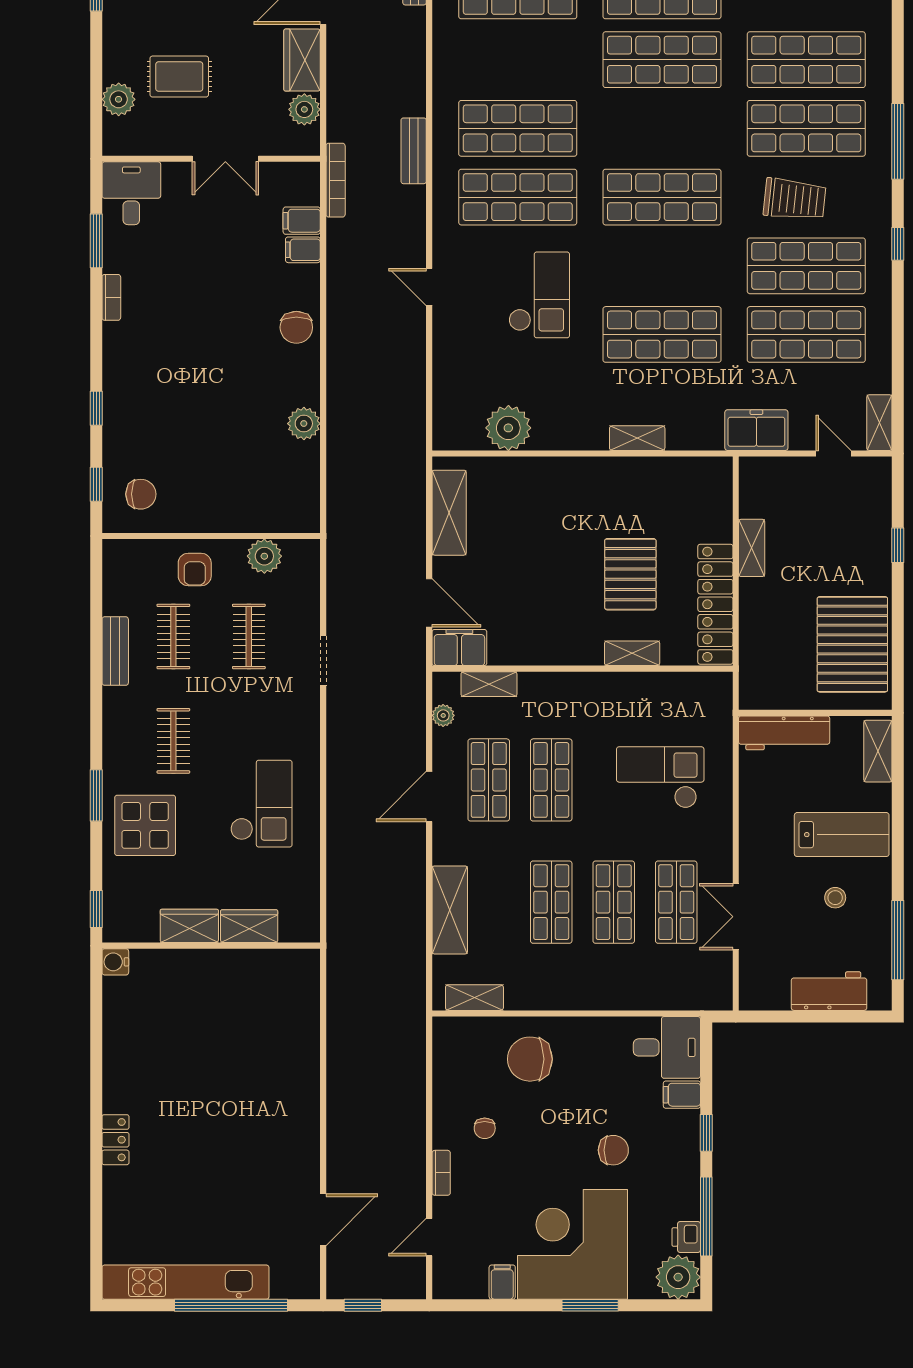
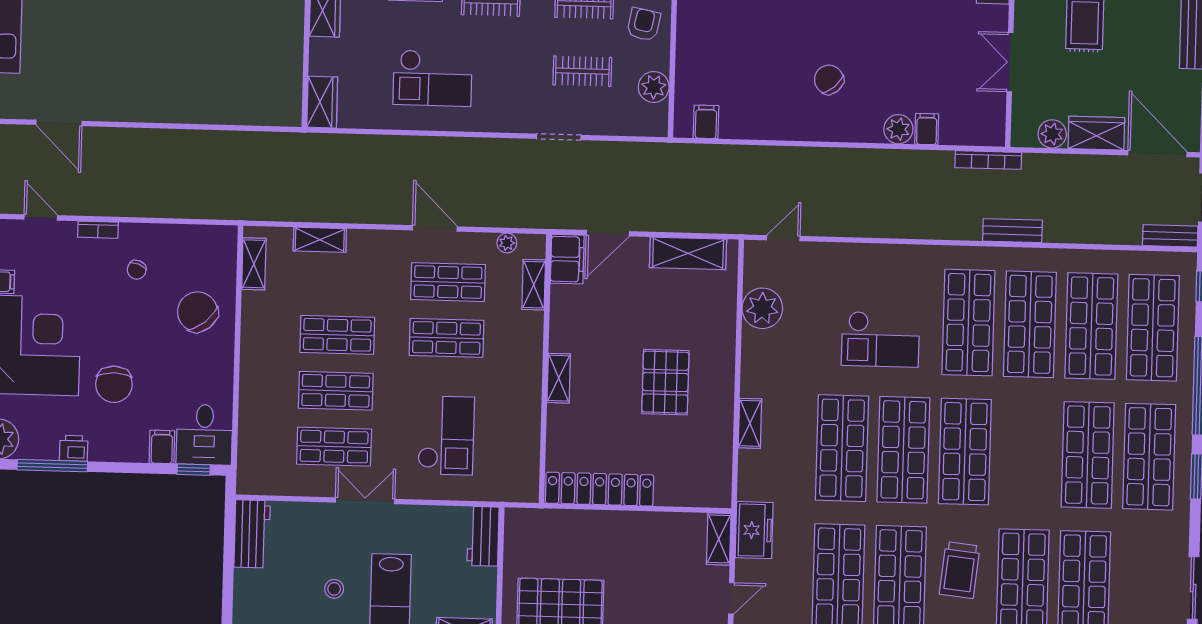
shop shelf: (518, 60) -> (1091, 326), added
filing cabinet: (302, 221) -> (706, 122), moved
shop shelf: (662, 266) -> (903, 450), added
door: (429, 287) -> (783, 238), moved
chair: (296, 327) -> (829, 80), moved, turned 48
plant: (304, 424) -> (898, 129), moved
shelving: (752, 548) -> (719, 539), moved, turned 90
armchair: (195, 569) -> (644, 24), turned 101
pallet: (630, 574) -> (665, 382), moved, turned 90
shelving: (632, 653) -> (559, 378), moved
workbench: (784, 733) -> (483, 536), width x0.73
shelving: (450, 910) -> (320, 240), width x0.67, depth x0.75
double door: (736, 917) -> (365, 501), moved
wardrobe: (249, 926) -> (322, 102), moved
workbench: (829, 991) -> (252, 534), moved
chair: (530, 1059) -> (197, 312), turned -40
chair: (485, 1128) -> (137, 270), turned -69
window: (706, 1133) -> (194, 470), moved
chair: (613, 1150) -> (114, 384), width x1.37, depth x1.37
printer: (686, 1237) -> (74, 448), moved

